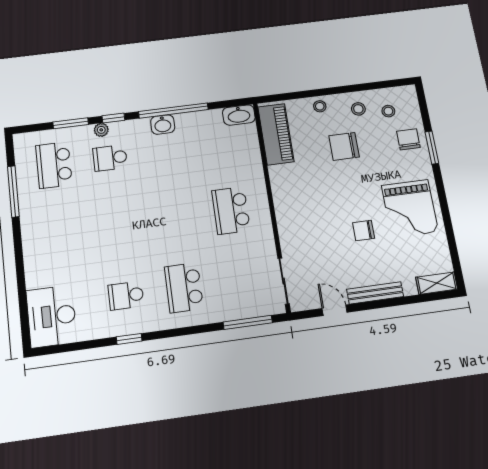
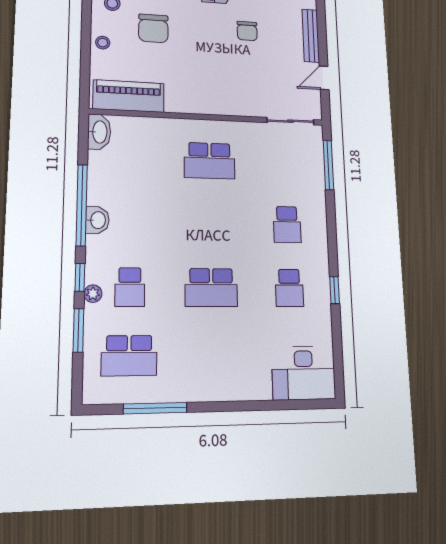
school desk: (118, 225) -> (211, 287), added
school desk: (184, 288) -> (287, 225), width x0.54

